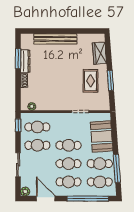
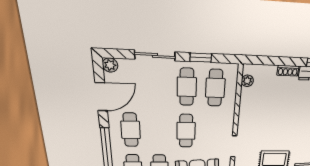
window: (18, 125) -> (201, 58), moved
cafe table: (69, 164) -> (159, 130), removed

